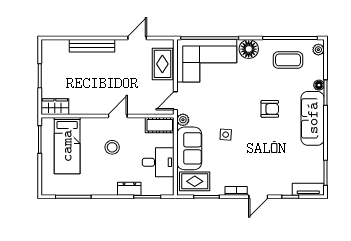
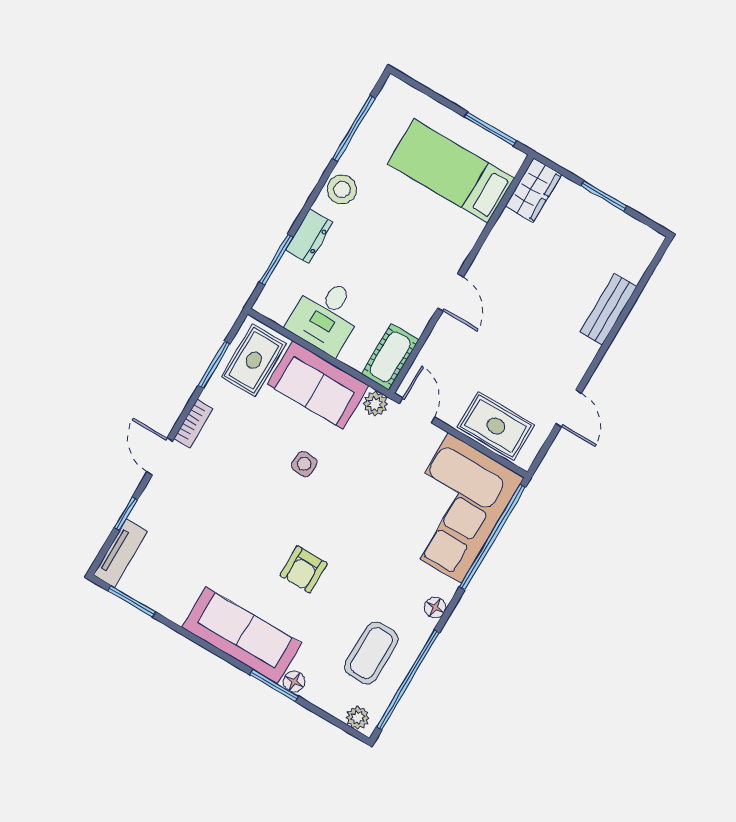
bench: (92, 46) -> (608, 309), width x0.73
floor lamp: (249, 49) -> (435, 608), width x0.53, depth x0.53
stool: (112, 147) -> (342, 189), moved

